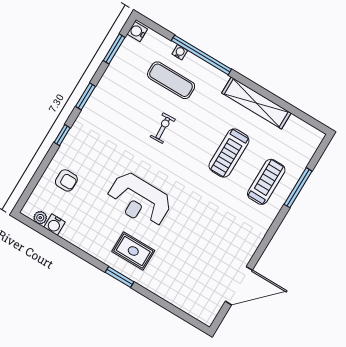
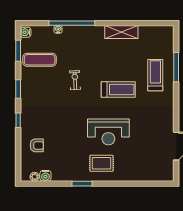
exercise mat: (171, 80) -> (40, 60), moved
shelving: (256, 103) -> (121, 32), width x0.68
treadmill: (229, 153) -> (118, 89), moved, turned -90
reception desk: (139, 200) -> (108, 132), moved
window: (120, 277) -> (82, 184), moved

